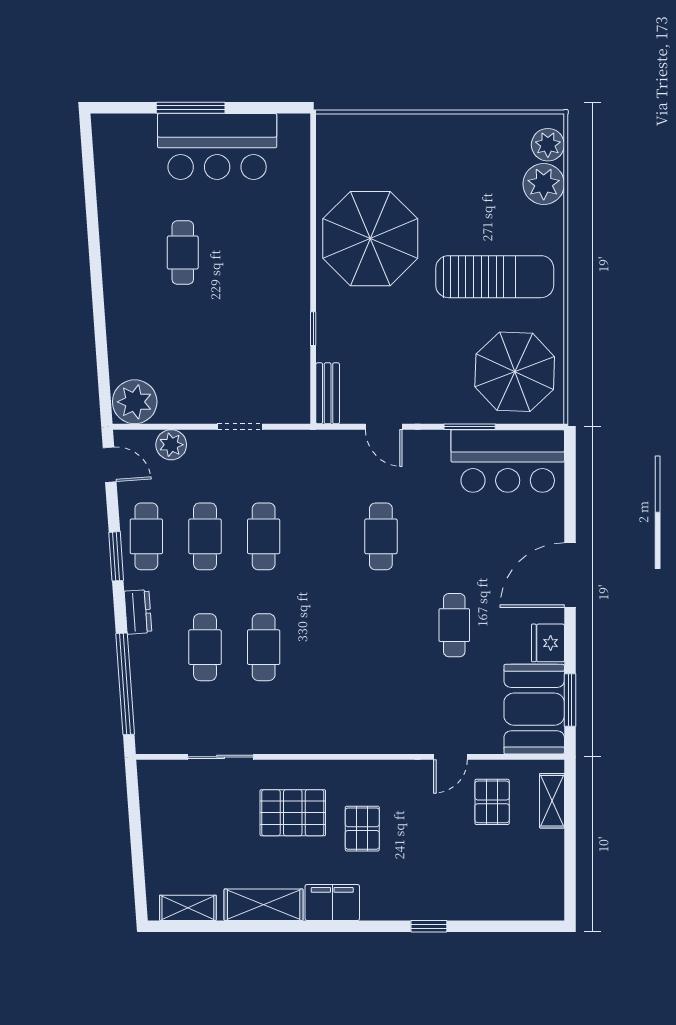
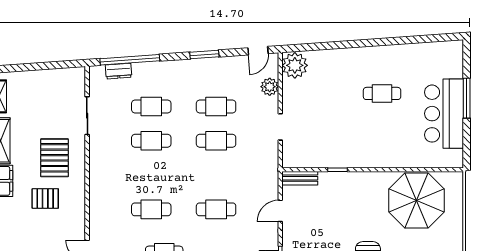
parasol: (370, 239) -> (416, 200), moved
cafe table: (146, 536) -> (151, 209), moved
dresser: (138, 612) -> (118, 71), moved

